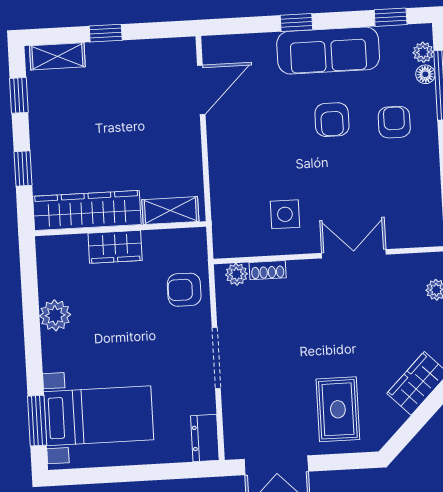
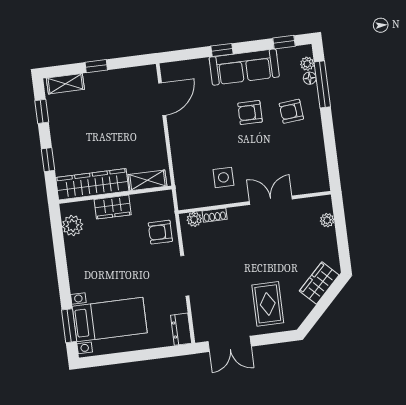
armchair: (332, 120) -> (250, 113), turned 90
armchair: (394, 122) -> (291, 111), turned -95
plant: (55, 315) -> (72, 226), moved

